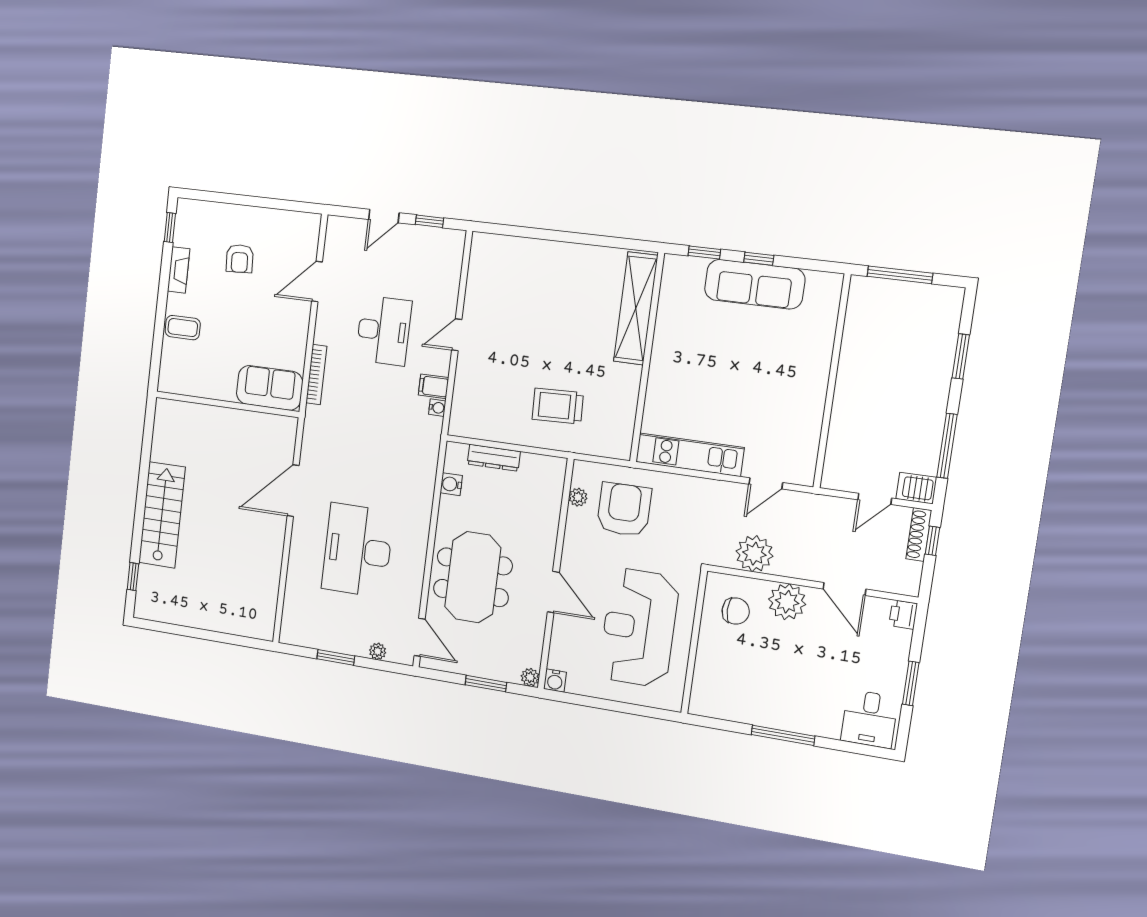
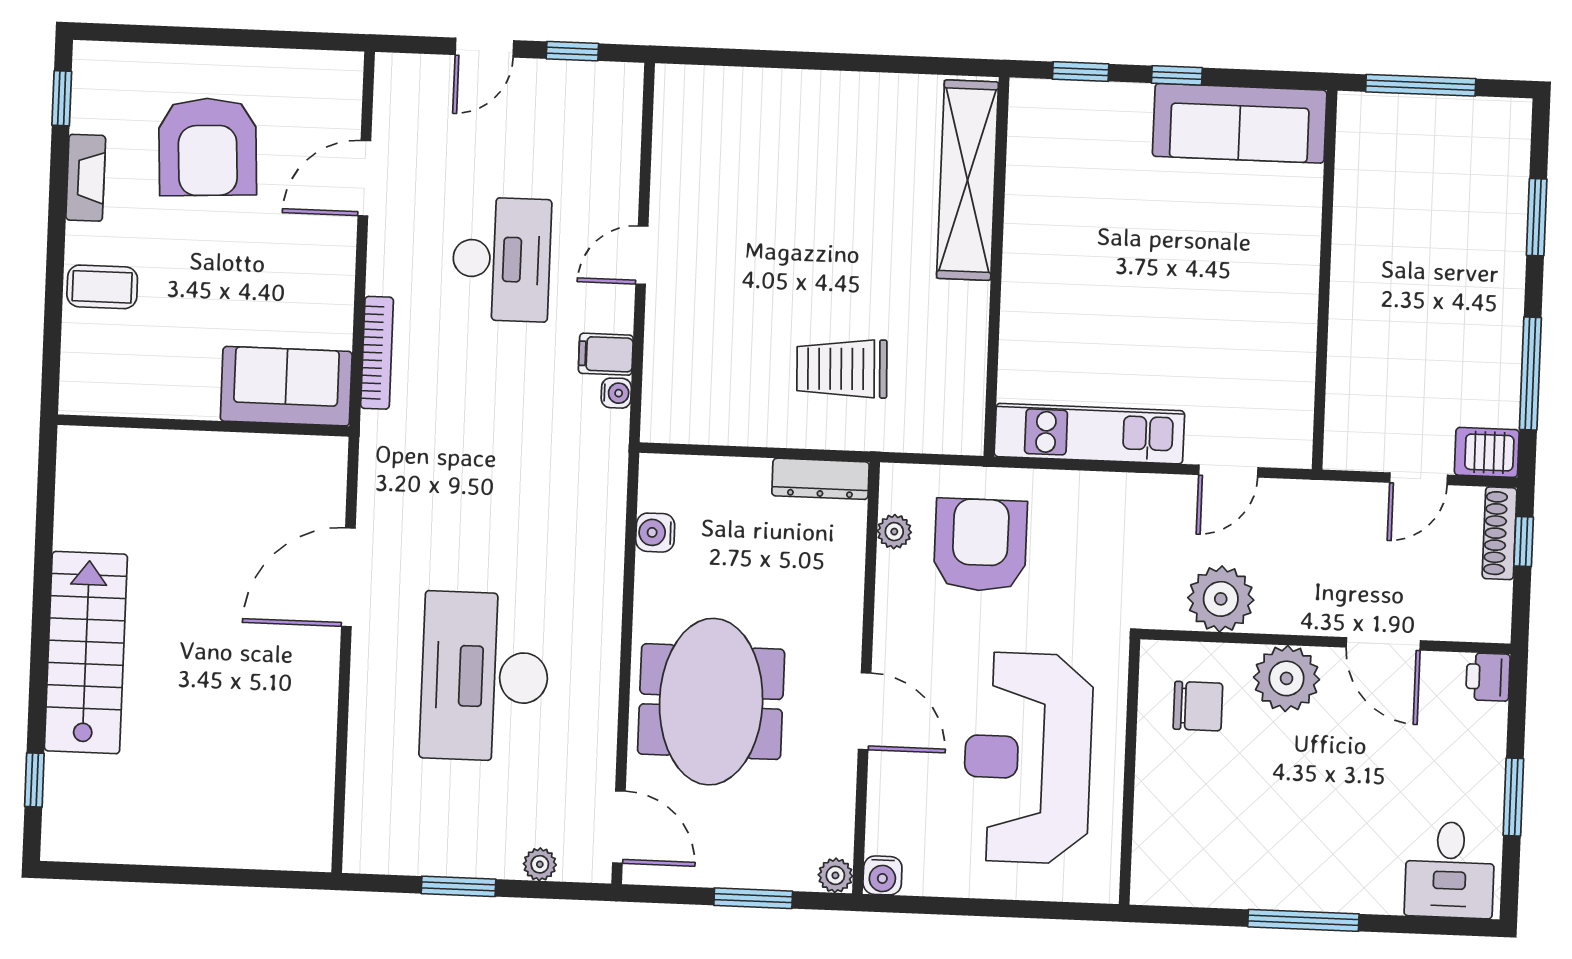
armchair: (240, 259) -> (208, 147), width x1.88, depth x1.88
sofa: (755, 284) -> (1240, 123), moved
dresser: (494, 458) -> (821, 479), moved

